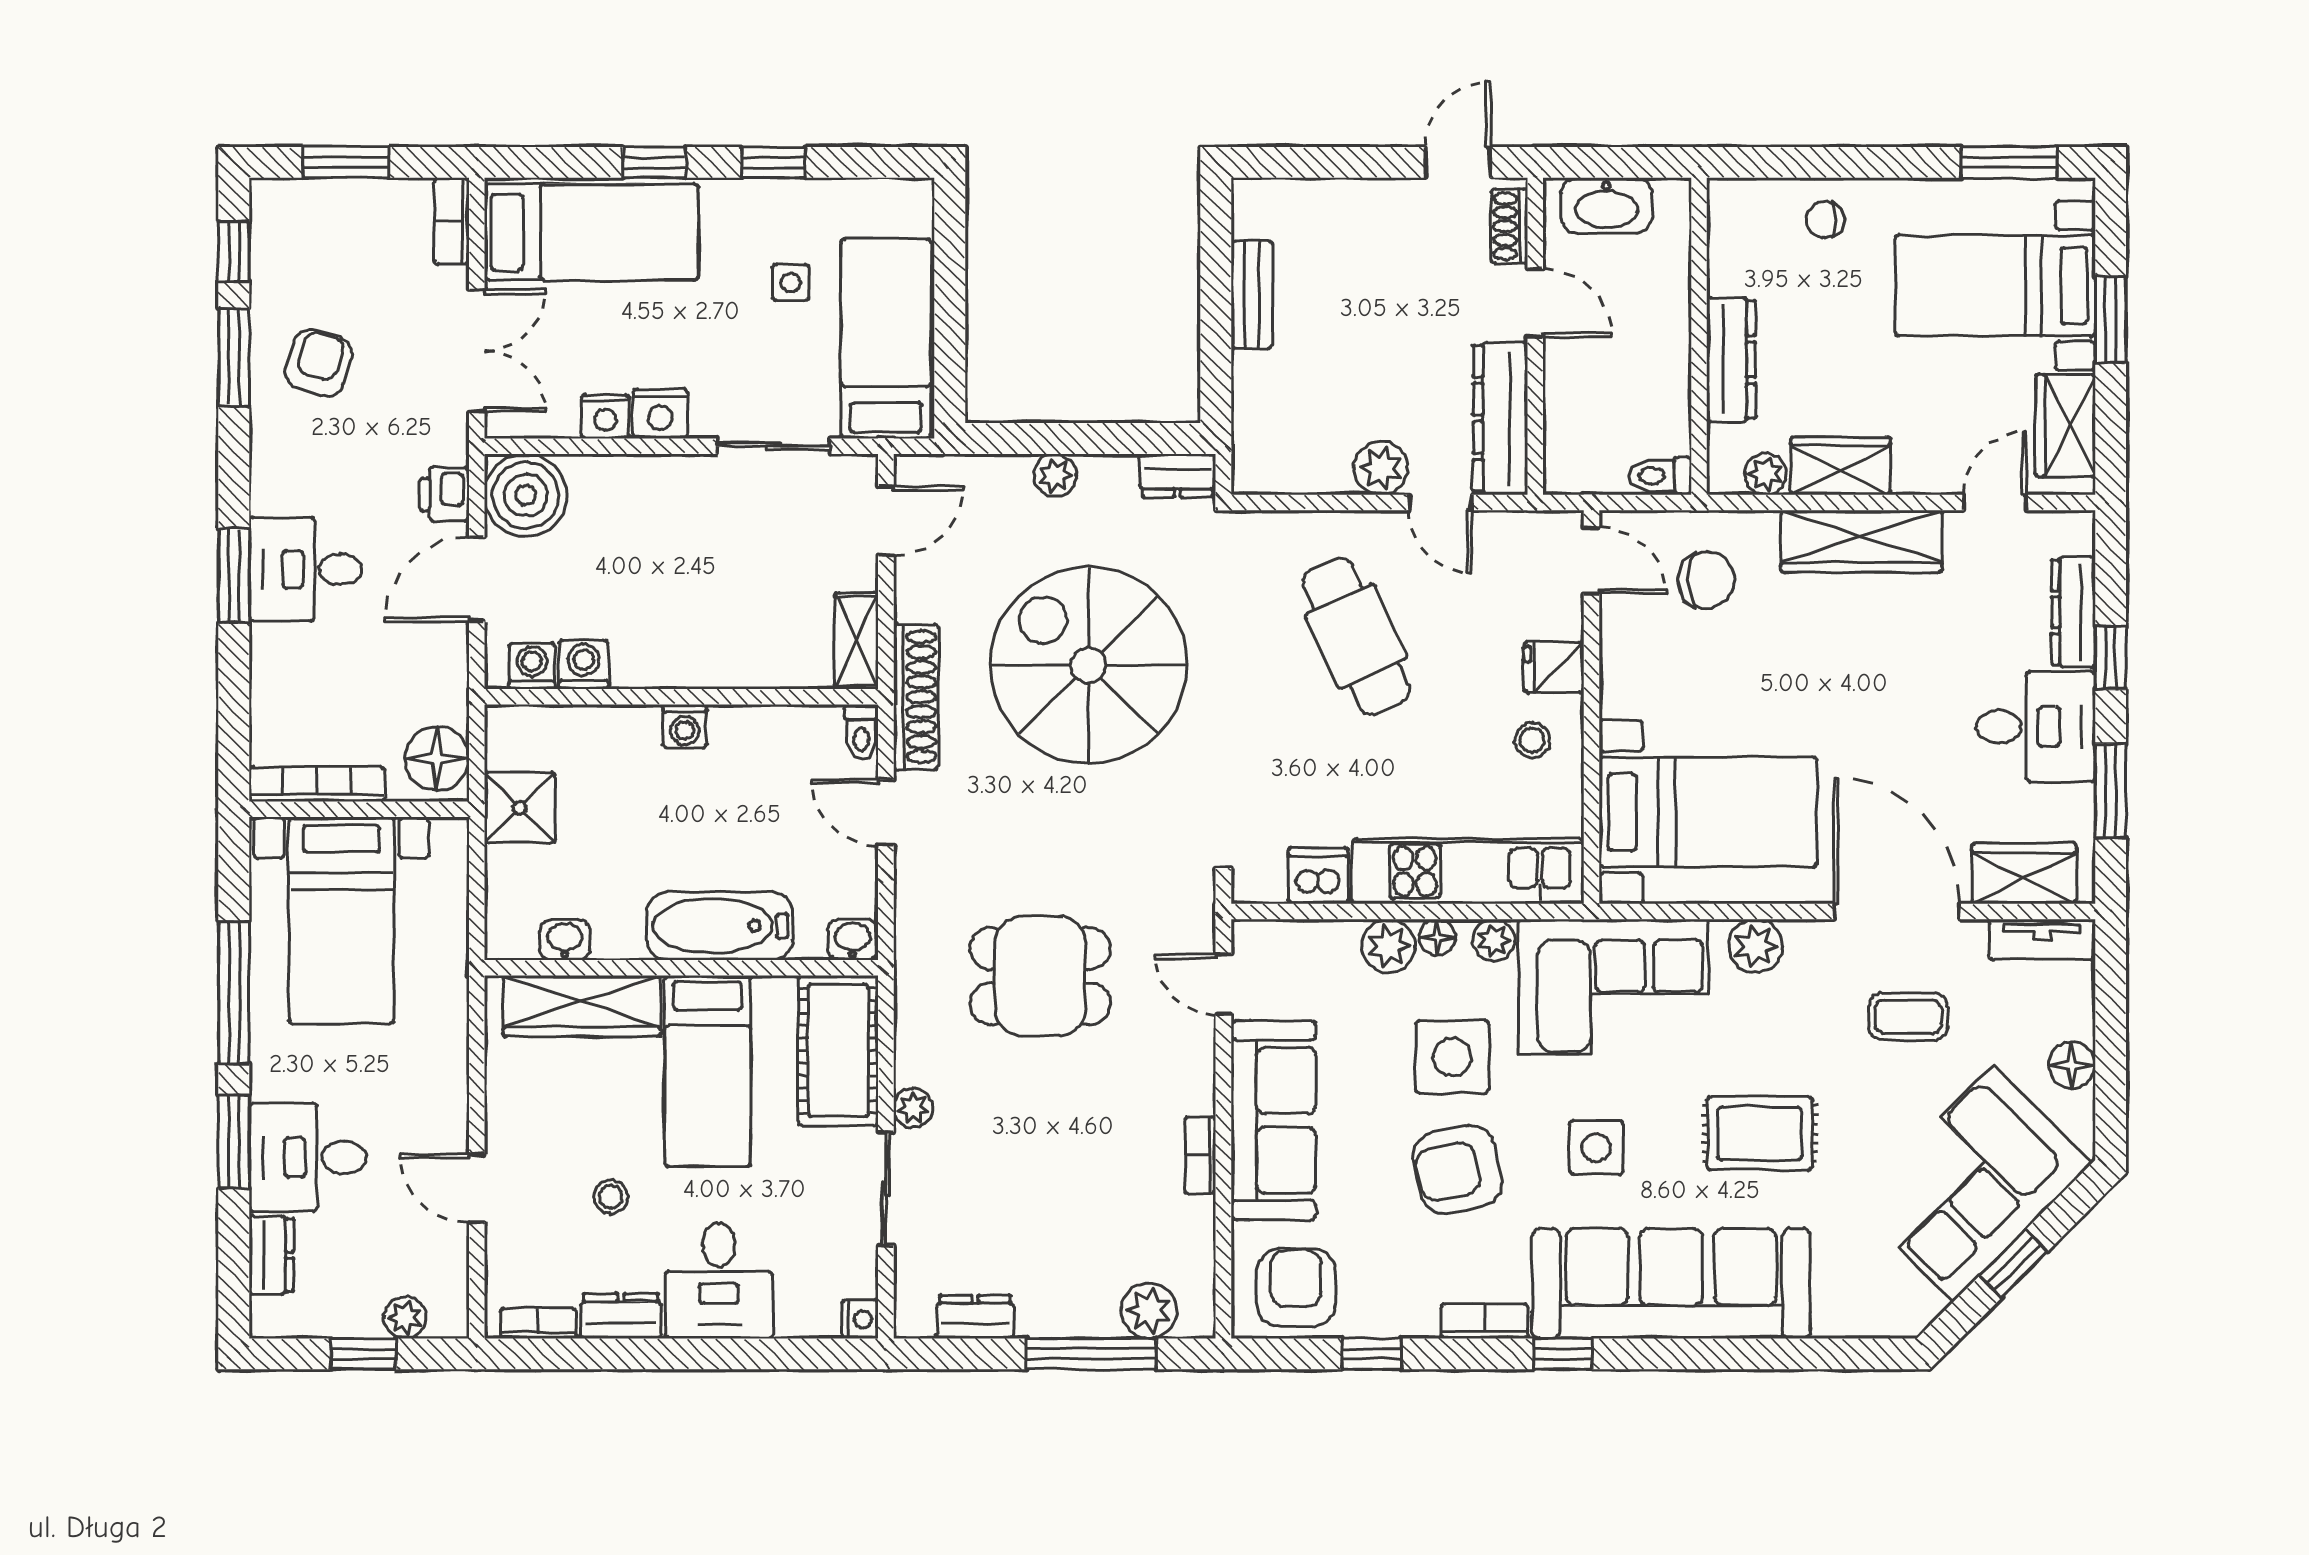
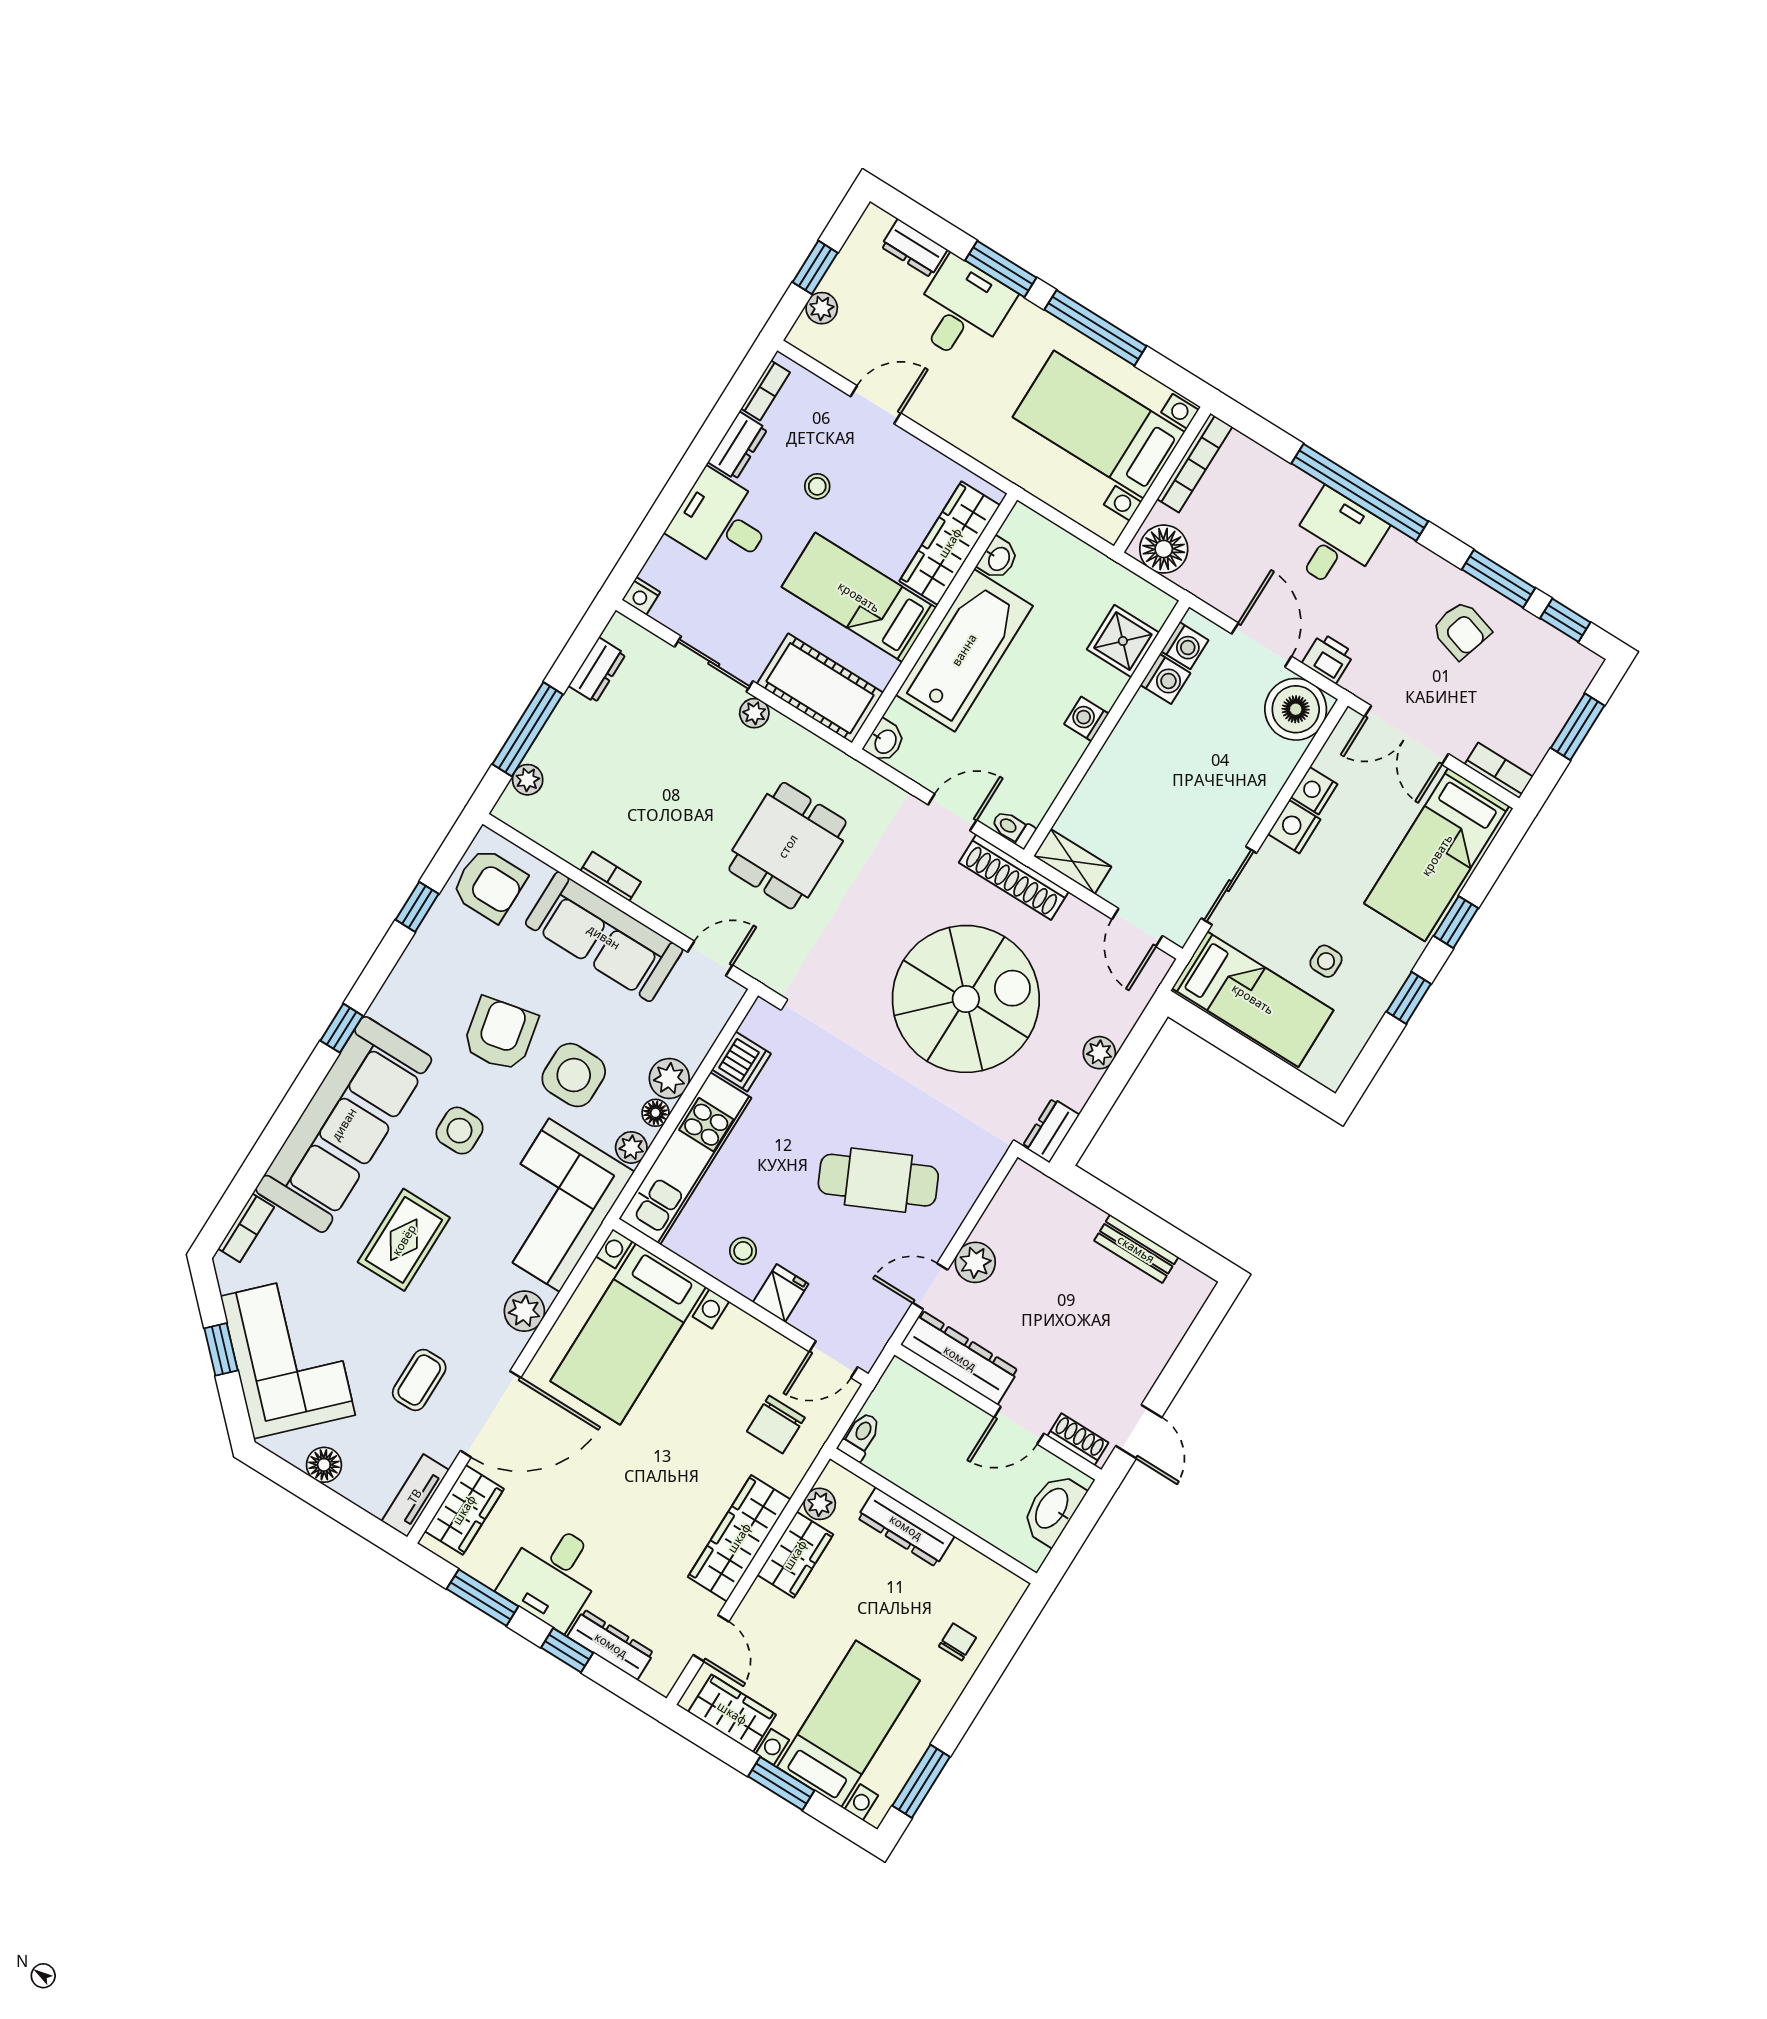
window: (234, 576) -> (1360, 492), width x2.11
shower: (520, 808) -> (1123, 641), moved
bathtub: (720, 926) -> (964, 650), width x1.36, depth x1.36
plant: (1149, 1311) -> (528, 780), width x0.73, depth x0.73
bookcase: (1484, 1321) -> (246, 1228), moved

